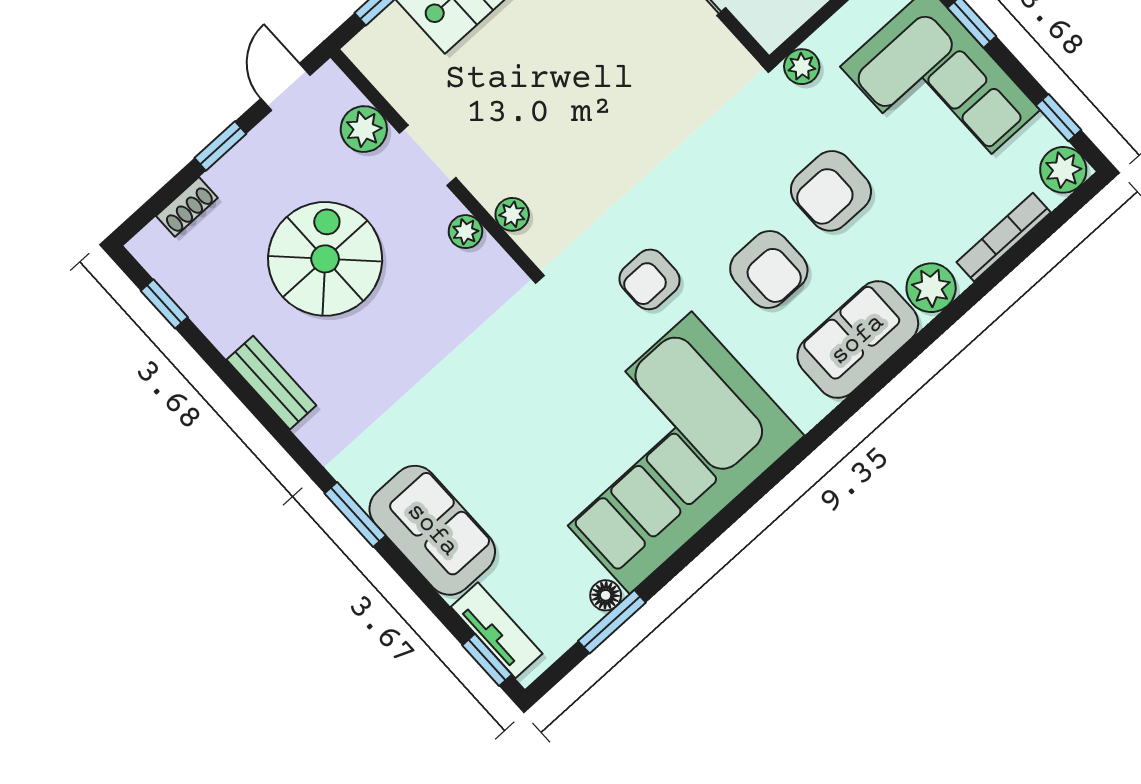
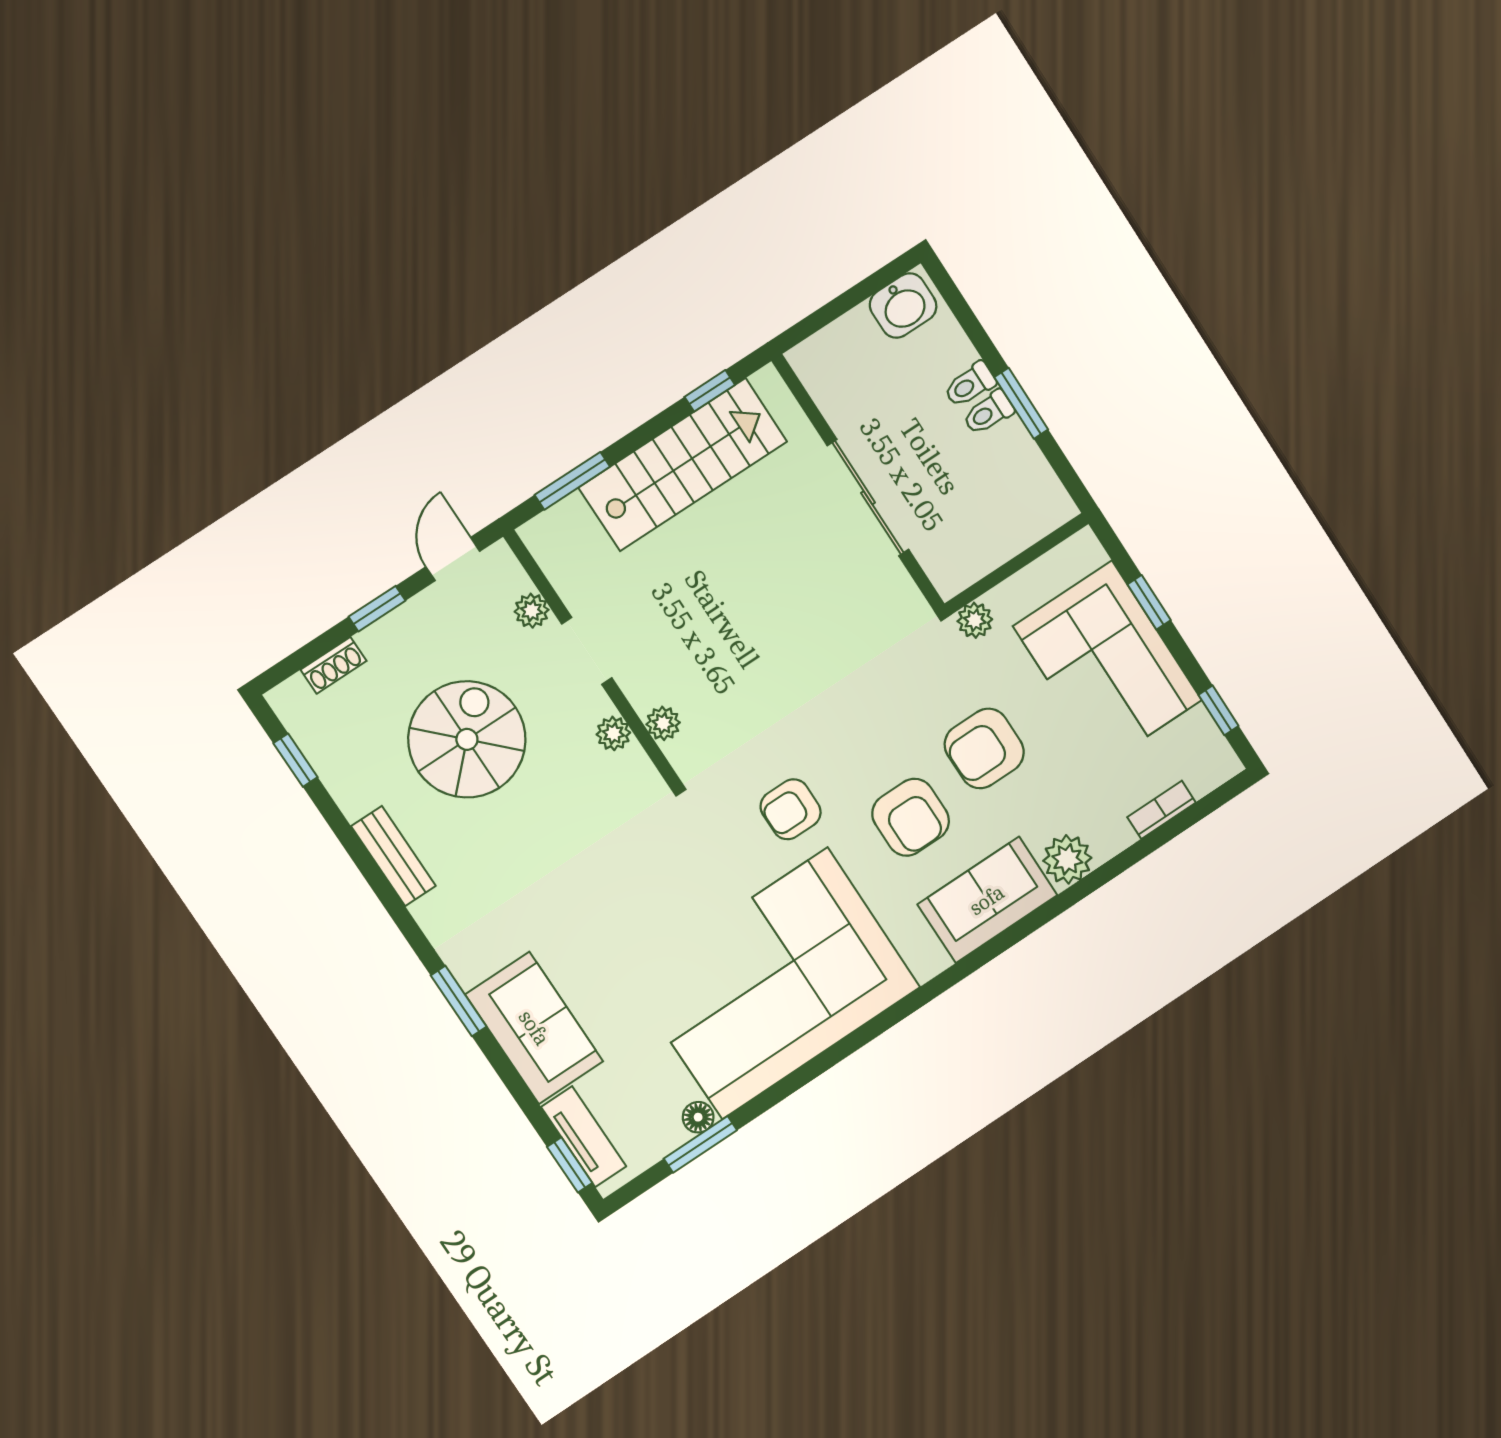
plant: (364, 129) -> (532, 611), width x0.73, depth x0.73
plant: (1063, 170) -> (1215, 763), removed
bookcase: (1004, 237) -> (1162, 810), width x0.64

